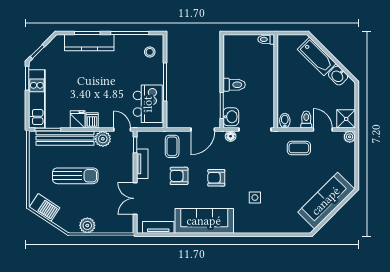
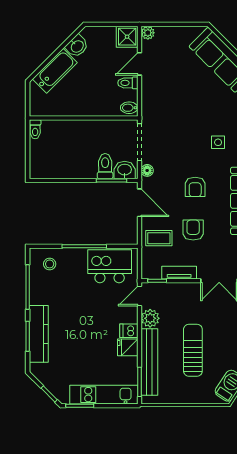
toilet: (234, 85) -> (105, 166), moved
coffee table: (299, 148) -> (161, 91), removed
armchair: (179, 176) -> (193, 230), turned 180

